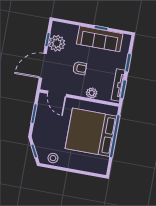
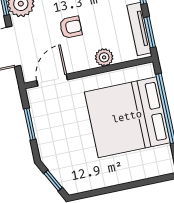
door: (57, 94) -> (52, 80), swing flipped
stool: (53, 158) -> (86, 180), removed

